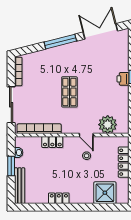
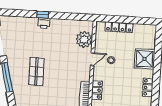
shop shelf: (69, 92) -> (36, 71), moved, turned 90
shower: (105, 193) -> (145, 59), moved

